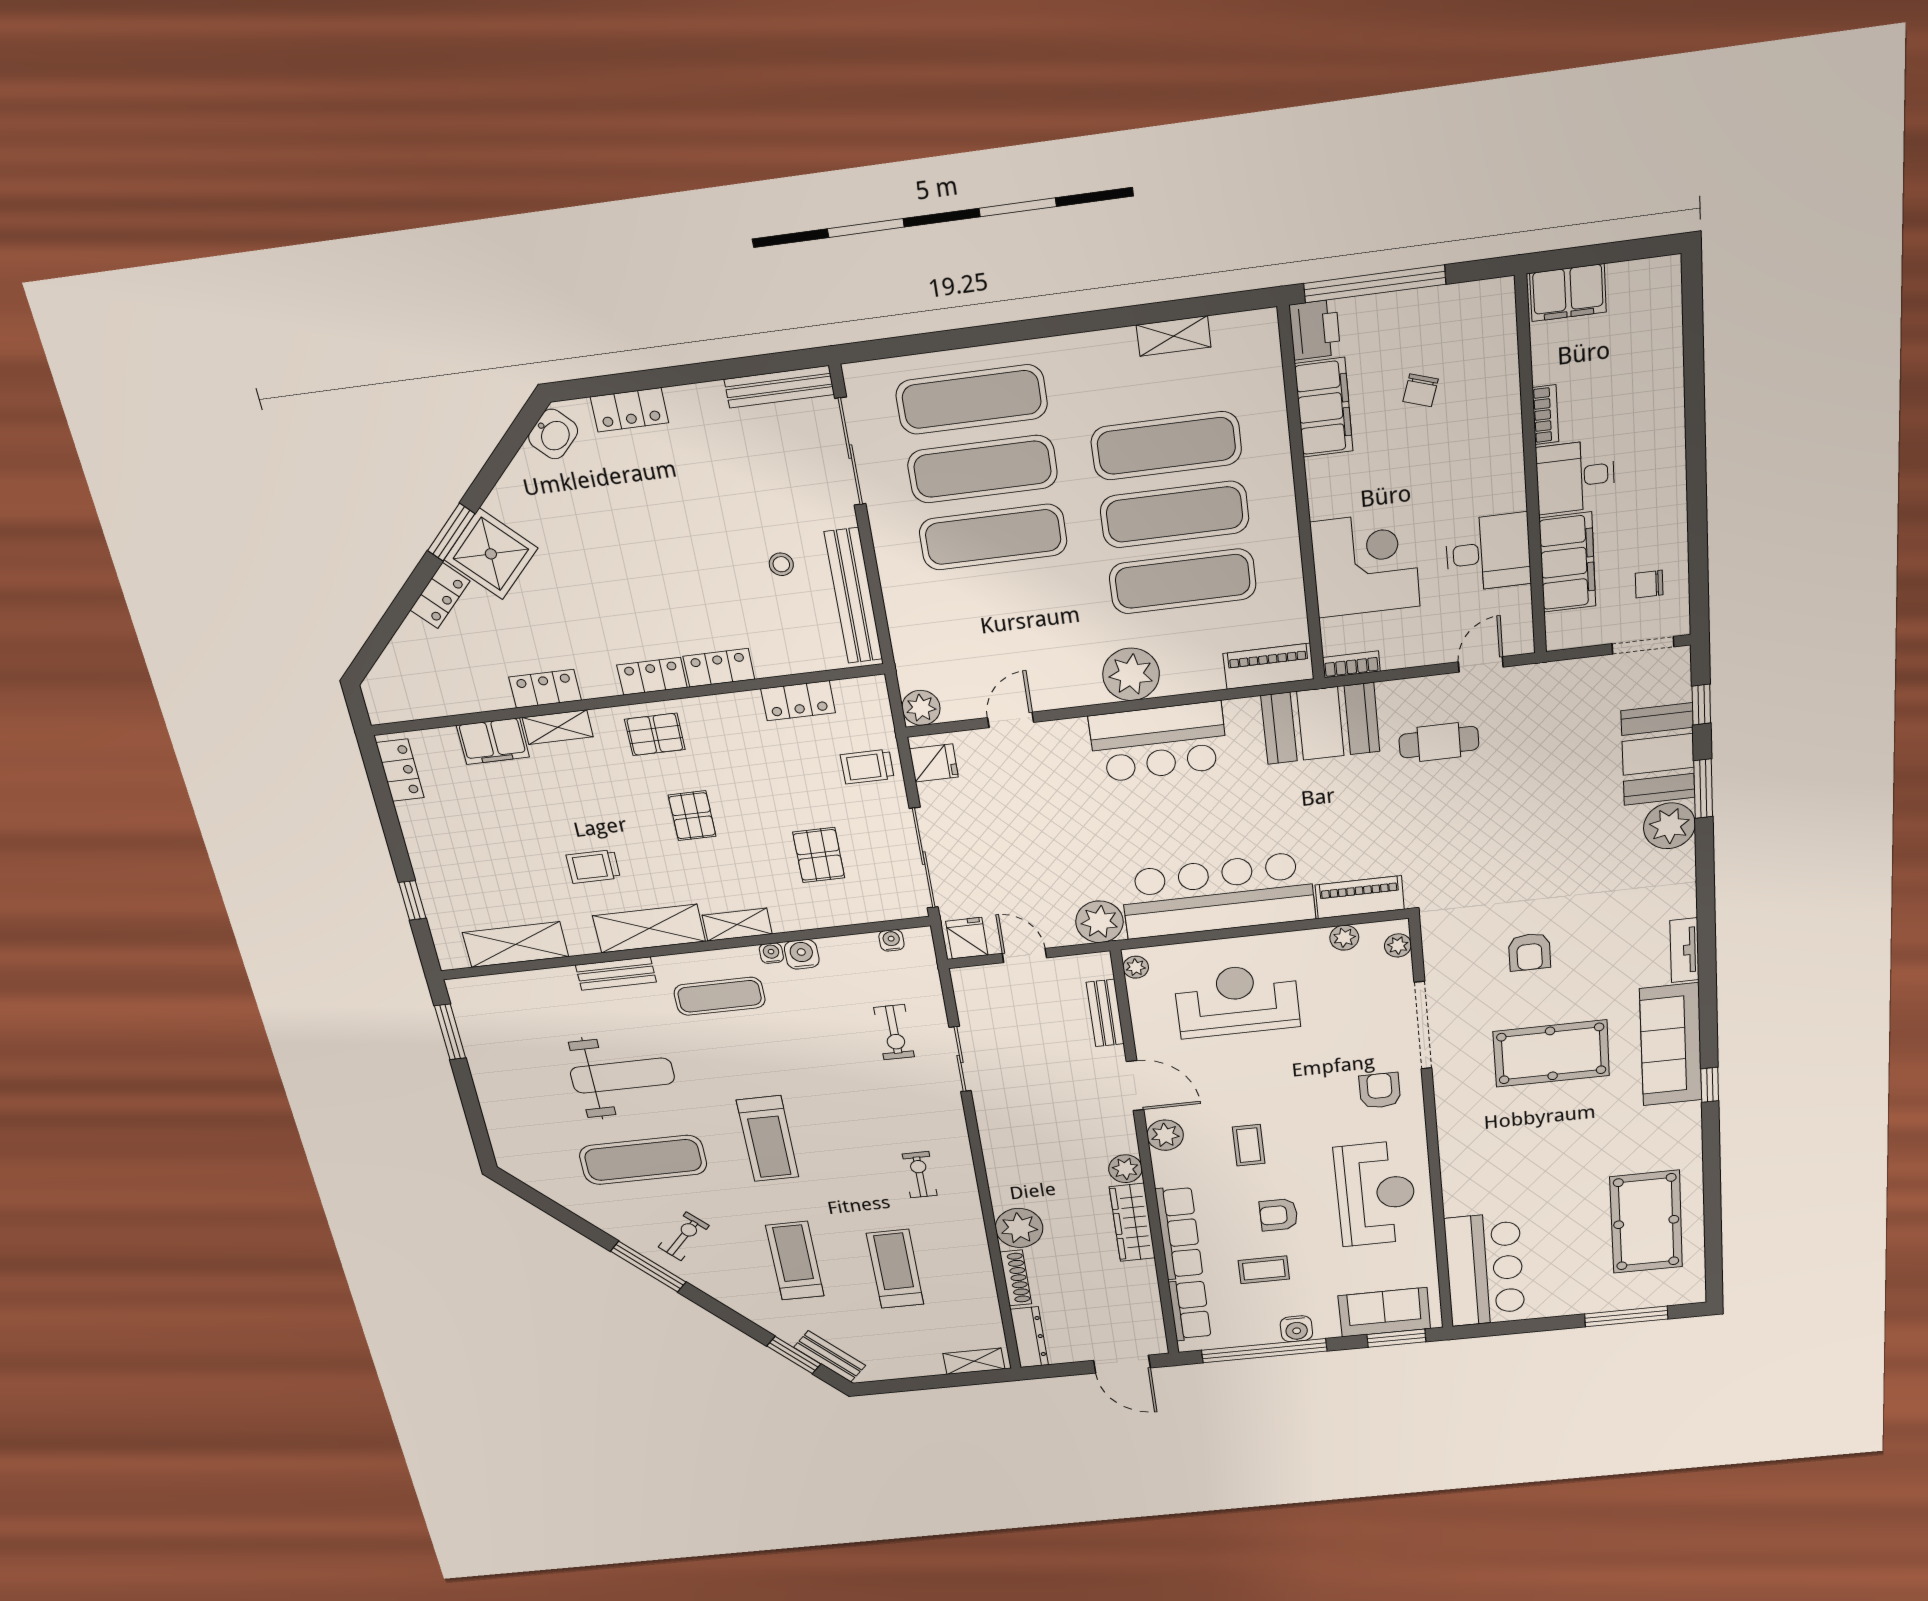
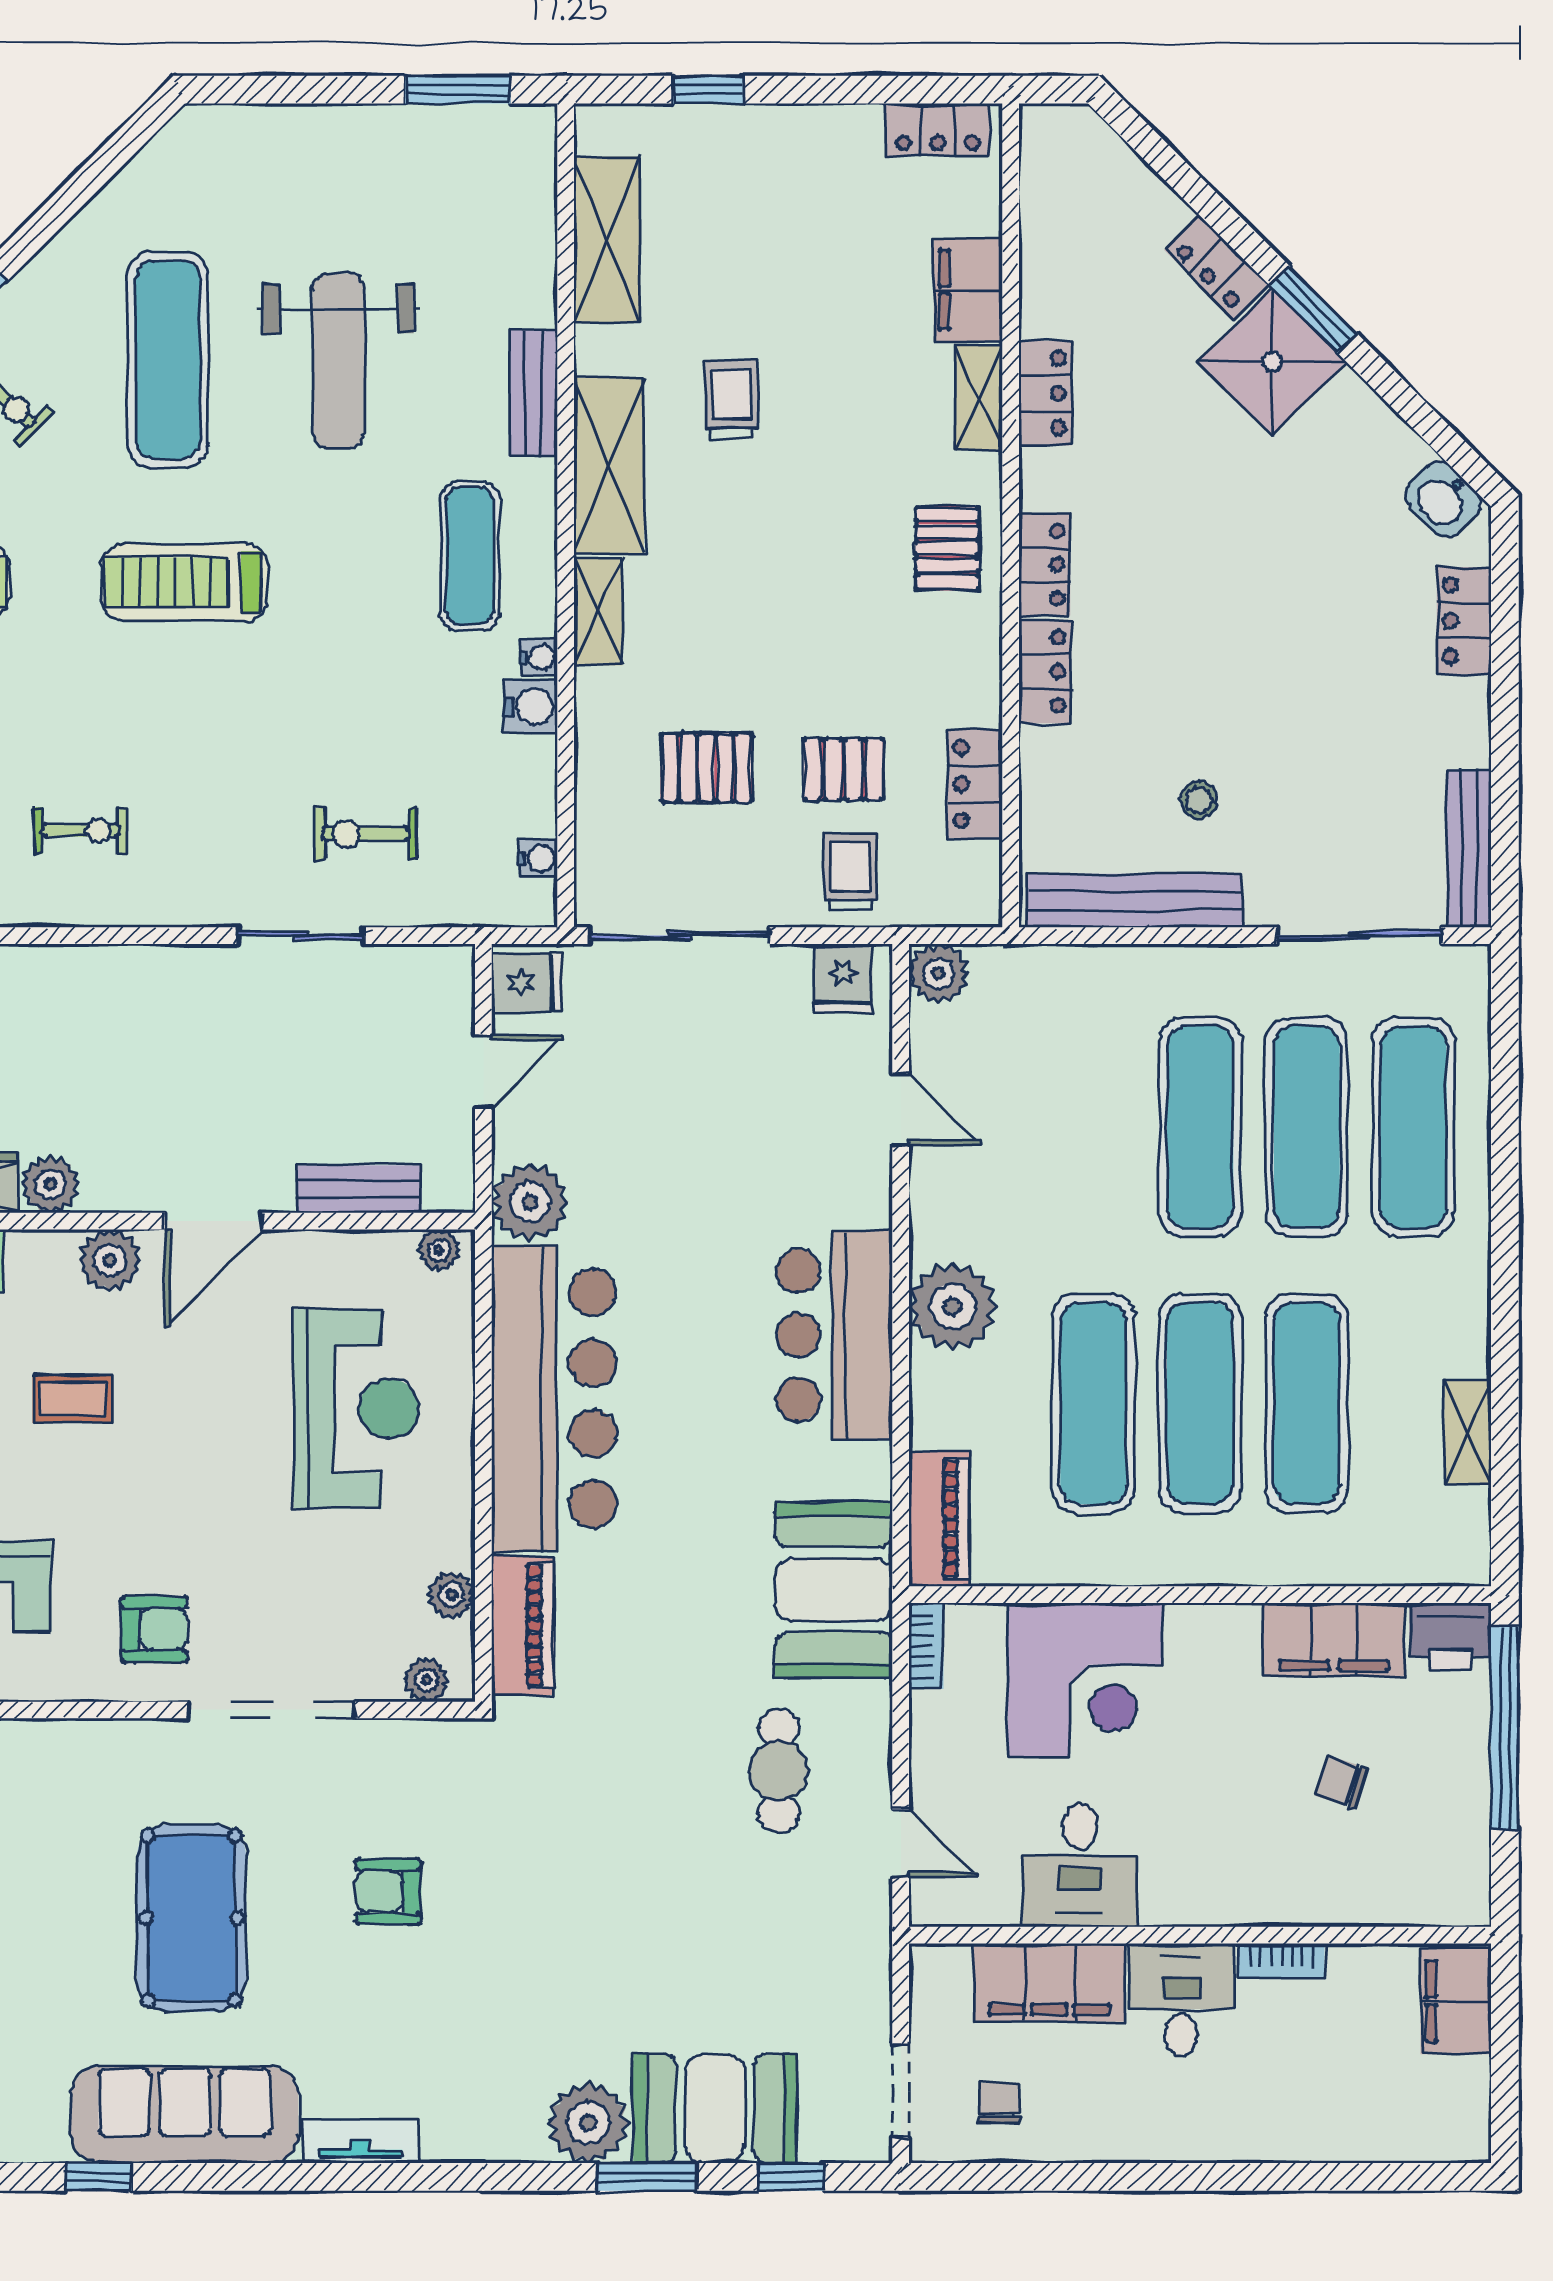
pallet: (692, 816) -> (843, 769), moved

